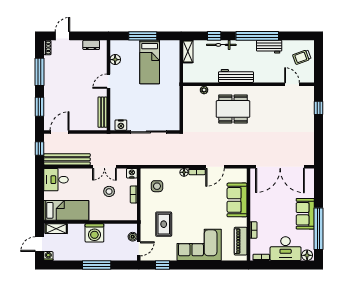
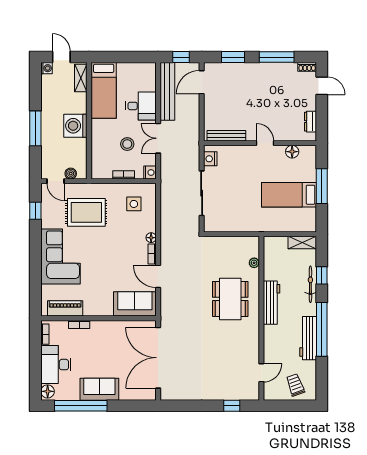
workbench: (269, 47) -> (308, 338), width x1.37
door: (60, 132) -> (202, 82), swing flipped
desk: (56, 180) -> (141, 106), moved, turned 90
sofa: (237, 200) -> (135, 304), moved
rug: (164, 224) -> (86, 212), width x1.36, depth x1.43

